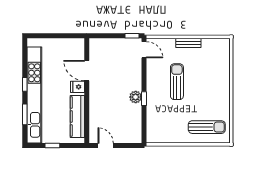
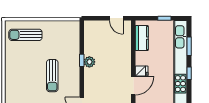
door: (87, 71) -> (133, 86), hinge flipped
kitchen counter: (77, 116) -> (142, 38), width x0.67

